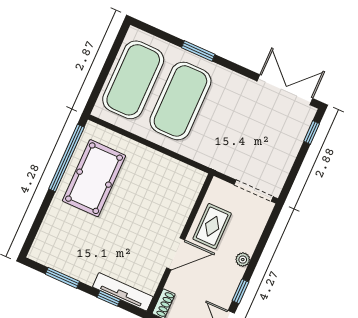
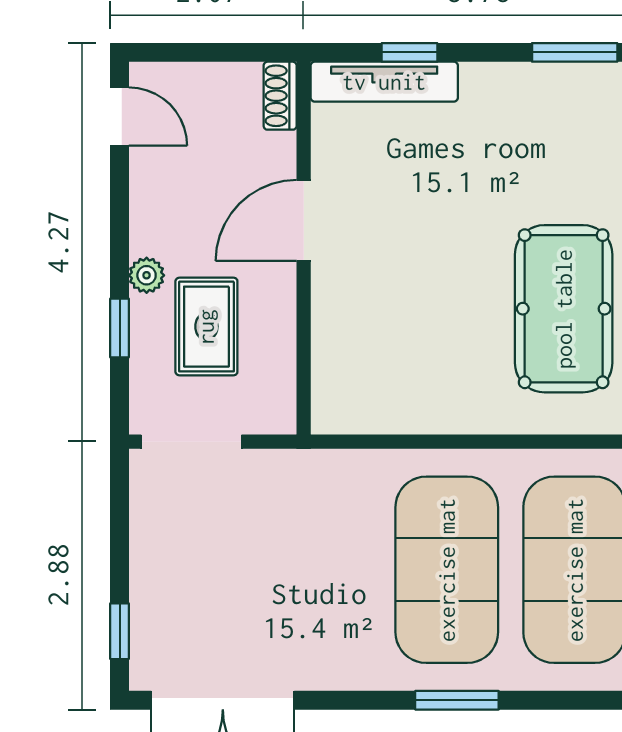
rug: (212, 226) -> (206, 327), moved
window: (62, 278) -> (575, 52), moved
window: (240, 291) -> (120, 328), moved

